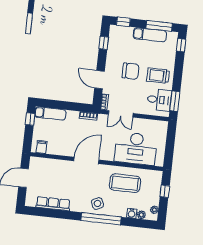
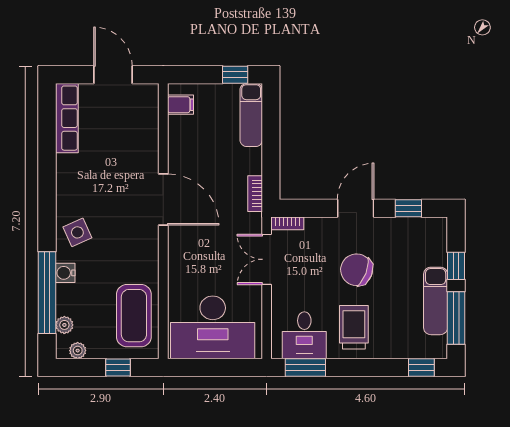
window: (123, 22) -> (456, 266), moved
chair: (131, 71) -> (357, 270), turned 111
door: (100, 80) -> (356, 208), moved
desk: (136, 149) -> (213, 327), moved, turned -90
coffee table: (125, 183) -> (134, 316), moved
row of seats: (53, 204) -> (67, 118), moved
water cooler: (132, 213) -> (65, 273), moved
window: (101, 219) -> (47, 293), moved

